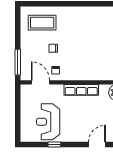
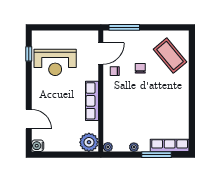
coffee table: (42, 23) -> (170, 56), turned -40
reception desk: (48, 122) -> (55, 62), turned 180
window: (54, 144) -> (29, 54), moved

